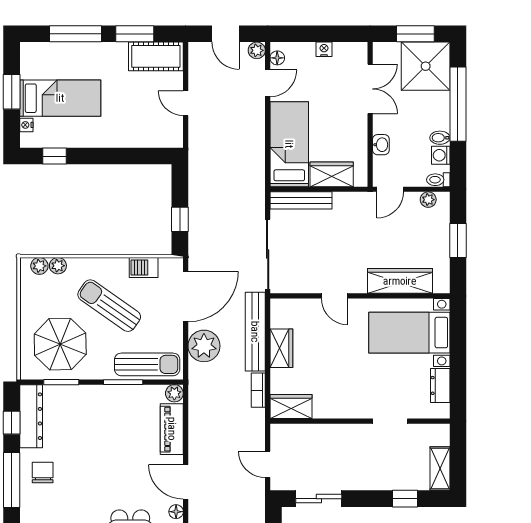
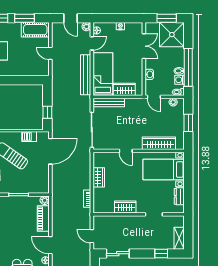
window: (458, 104) -> (188, 67), moved
door: (390, 189) -> (154, 97), hinge flipped
bench: (255, 332) -> (86, 75), moved
plant: (204, 346) -> (60, 176), removed
sun lounger: (147, 364) -> (31, 186), removed
wardrobe: (291, 406) -> (125, 207), moved

